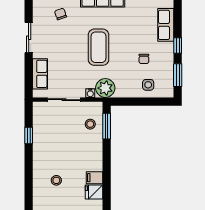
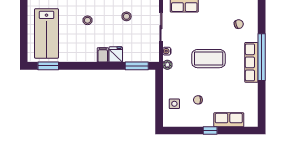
window: (178, 75) -> (183, 131), removed
plant: (105, 88) -> (167, 65), width x0.53, depth x0.53
stool: (90, 124) -> (127, 16), moved
filing cabinet: (94, 178) -> (103, 55), moved
fridge: (94, 192) -> (116, 54), moved

